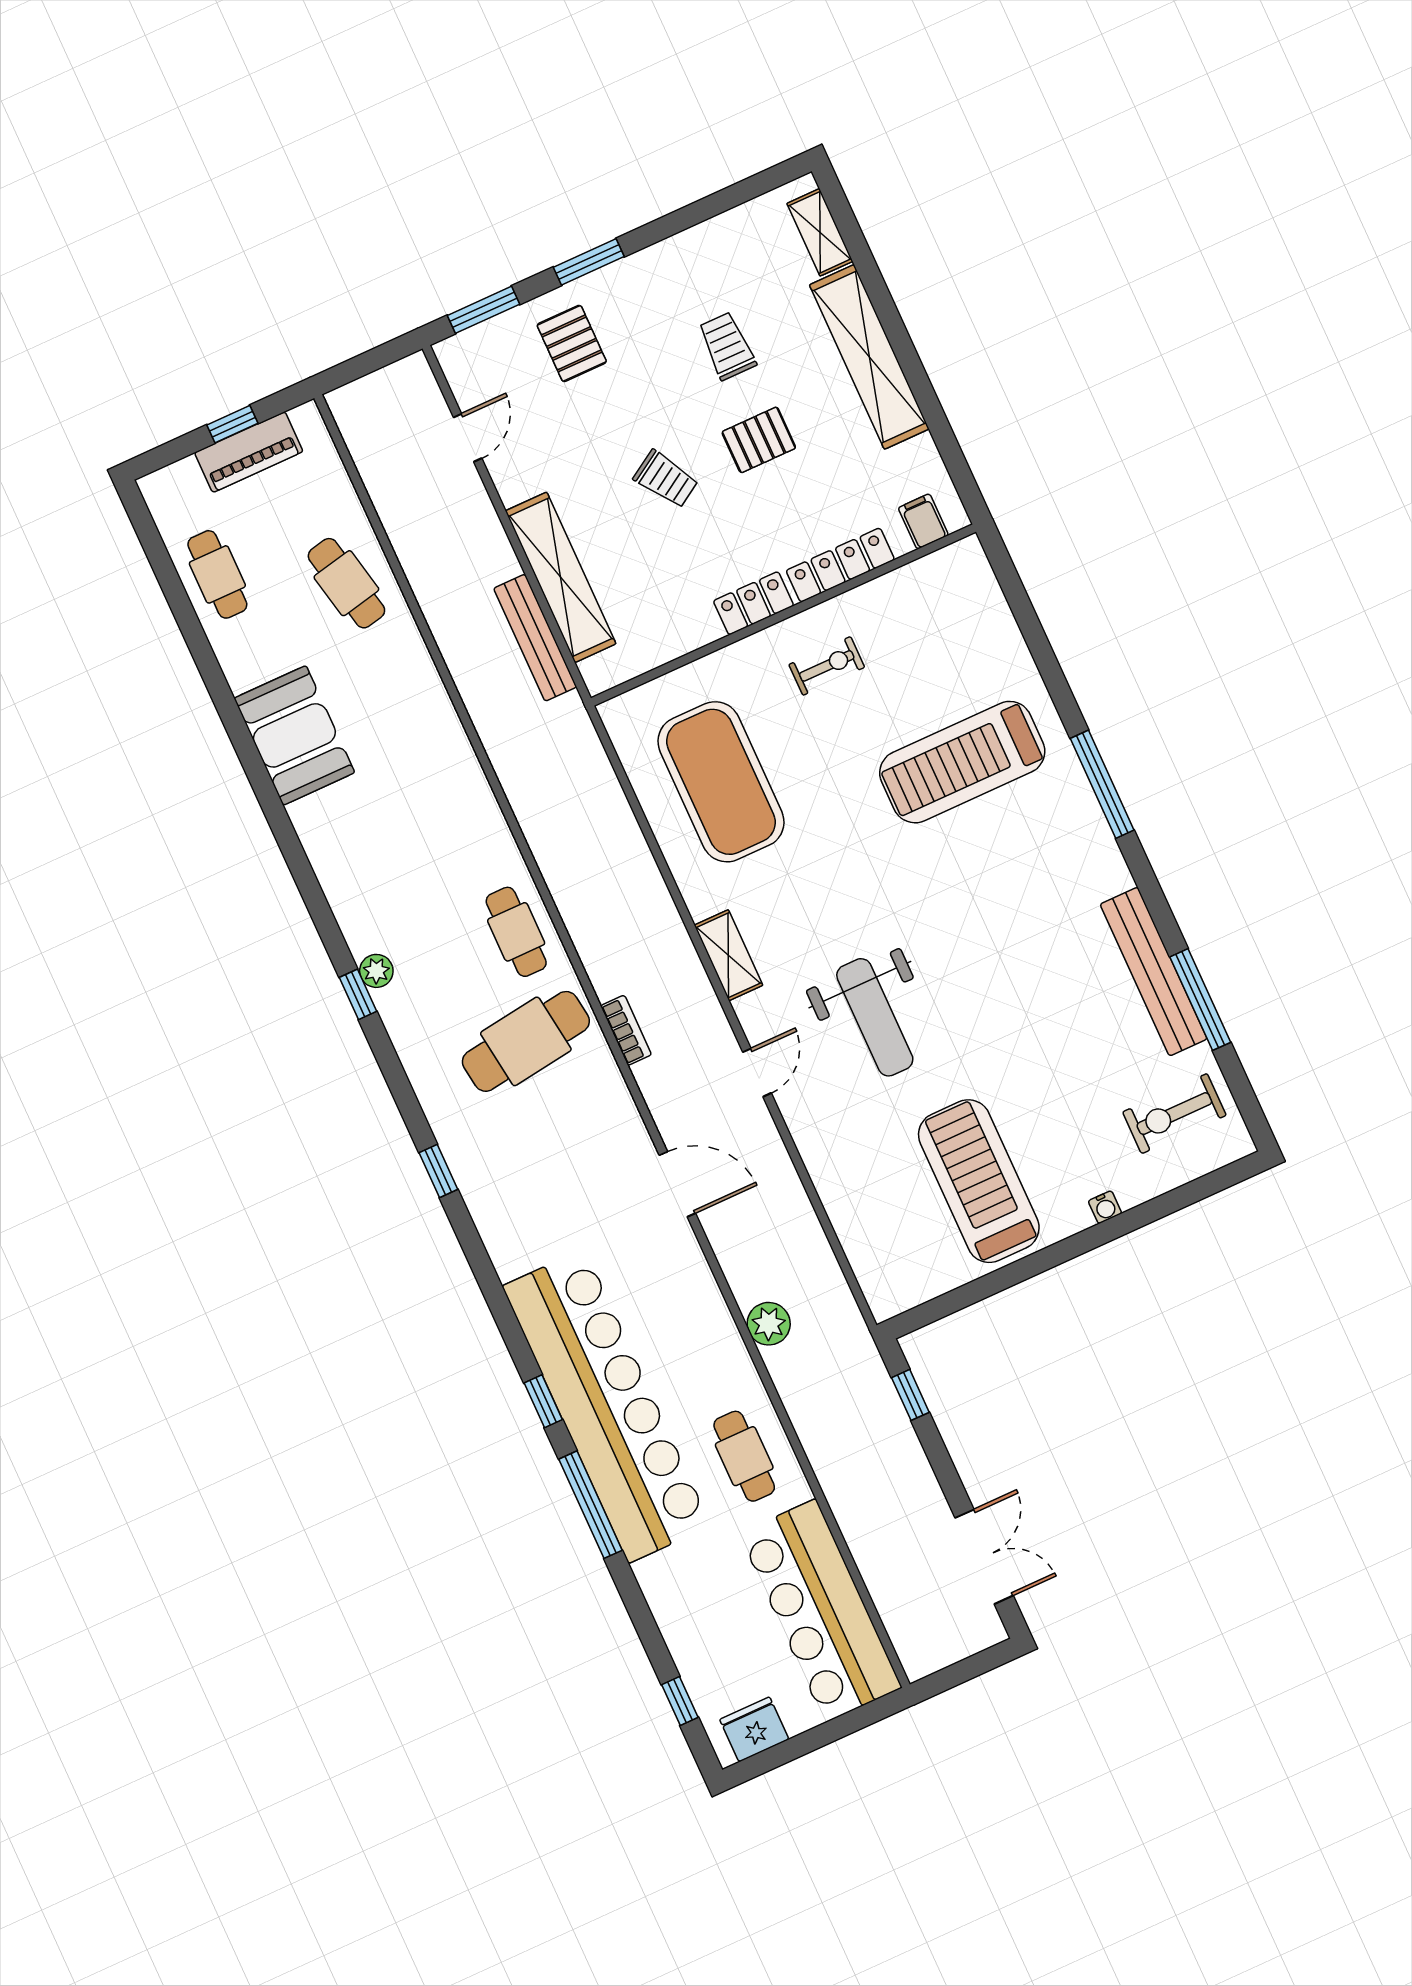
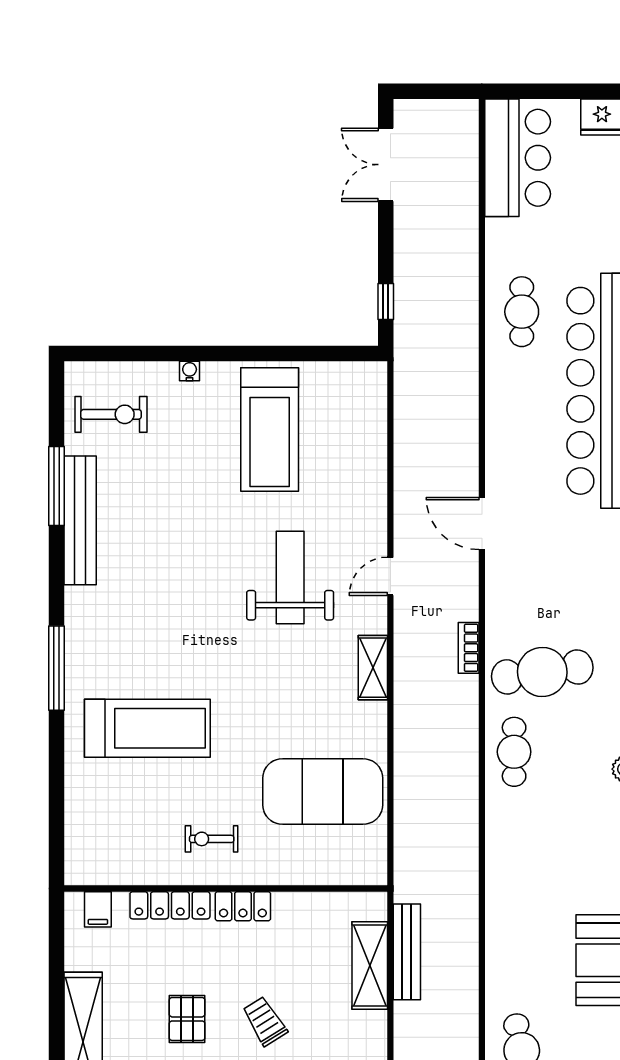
pallet: (759, 440) -> (187, 1019), turned 90
shelving: (561, 577) -> (370, 965), width x0.68
exercise mat: (721, 782) -> (323, 792), turned 90
plant: (769, 1324) -> (462, 397), removed
bar counter: (820, 1611) -> (518, 158), width x0.73

